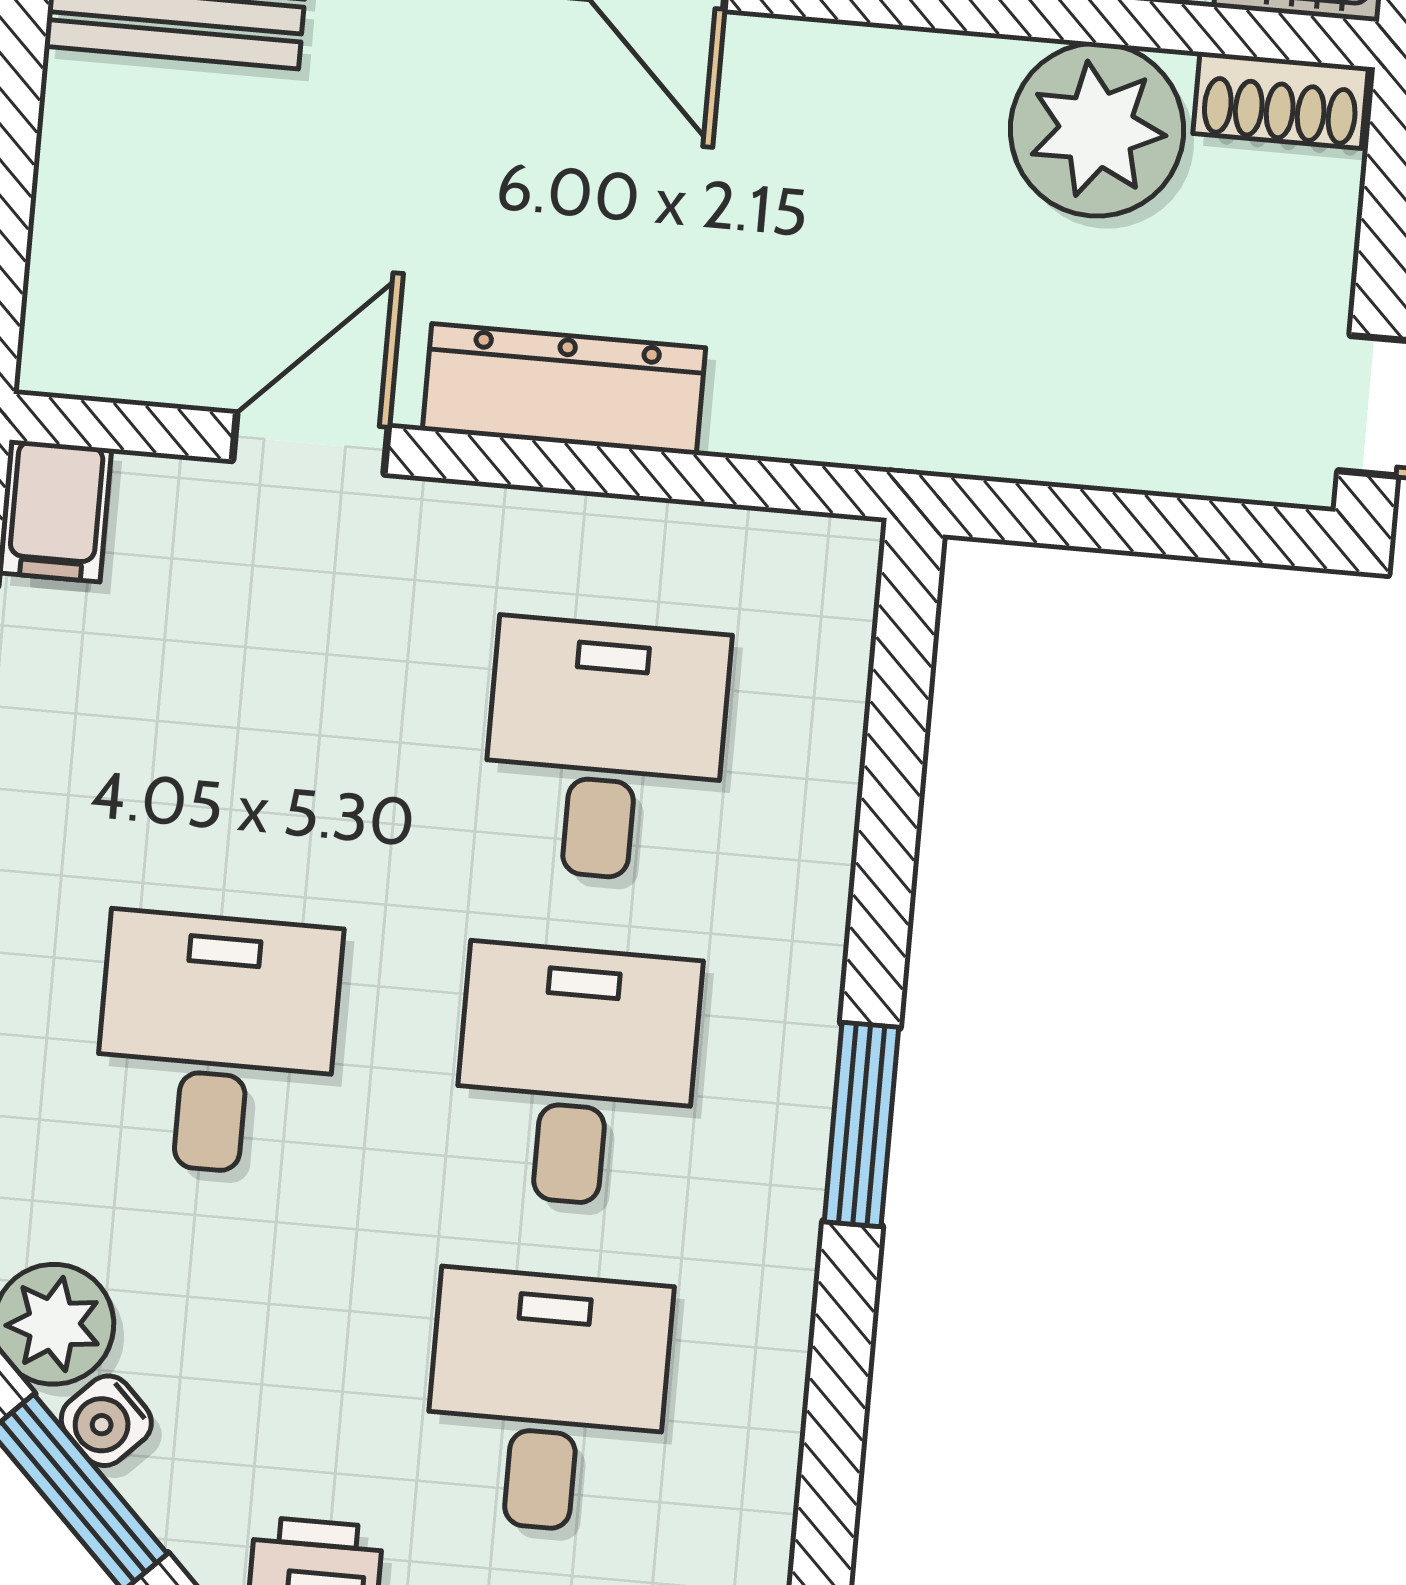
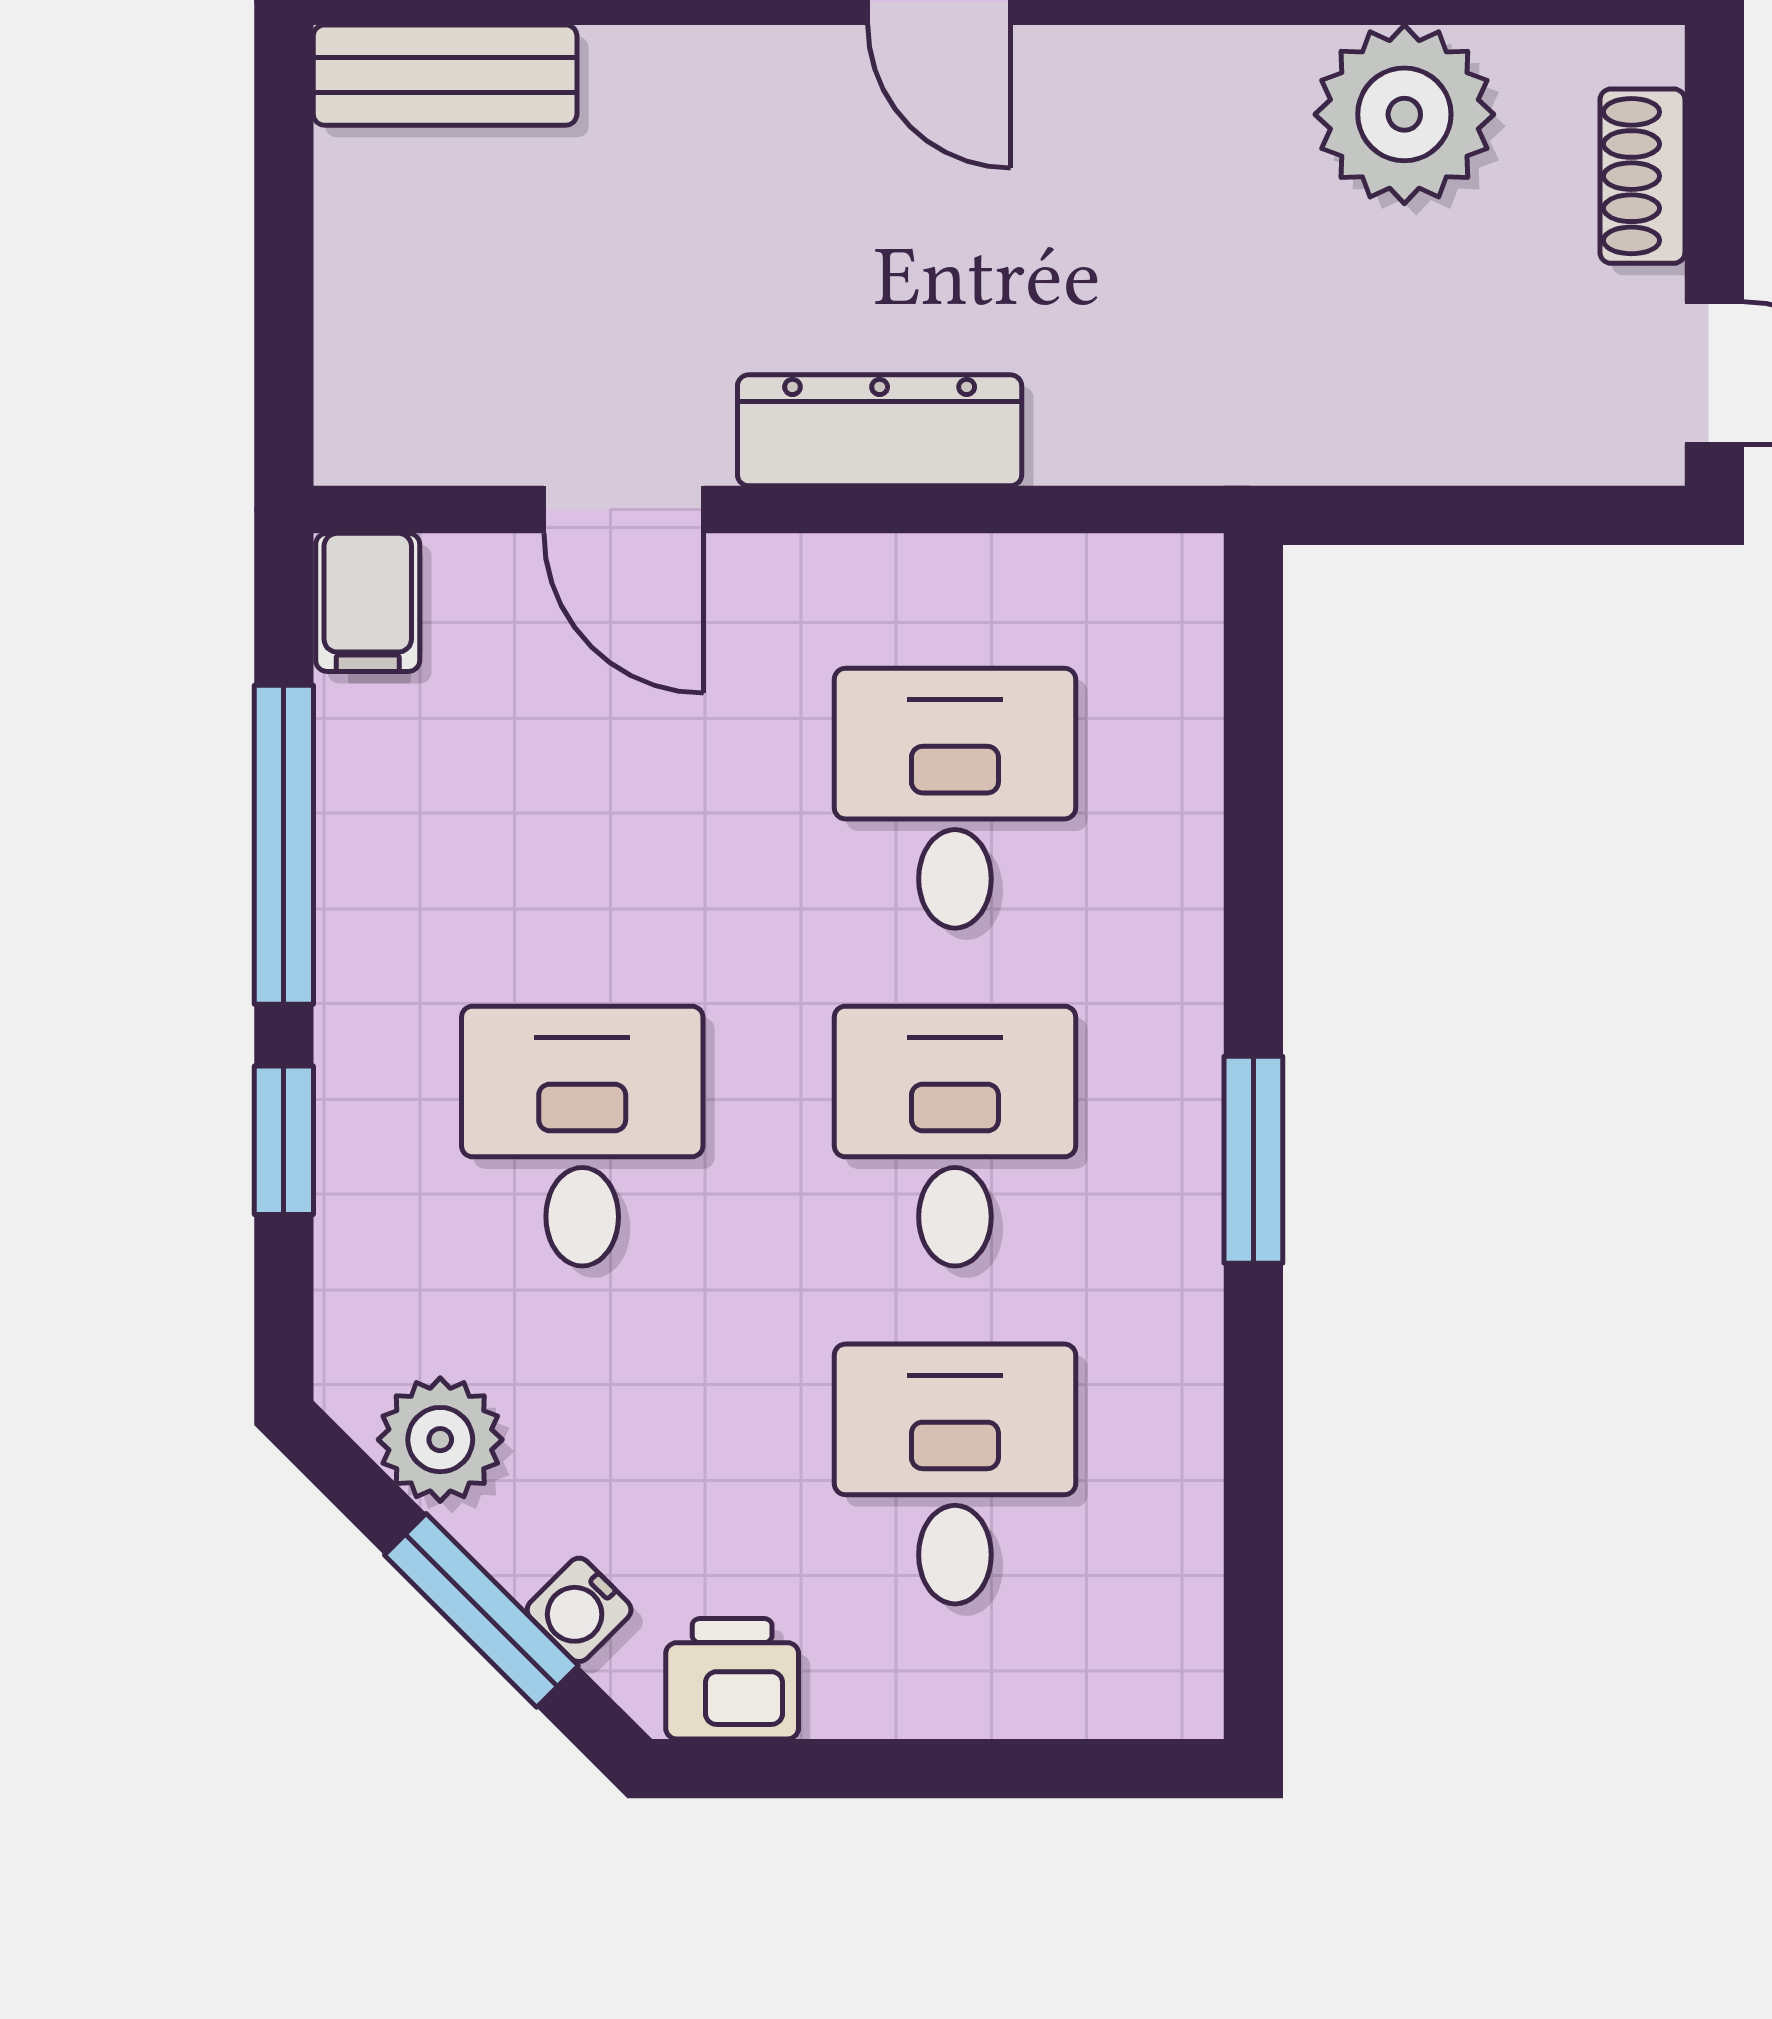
shoe rack: (1281, 100) -> (1642, 176), moved, turned 90
door: (310, 443) -> (624, 510), swing flipped
water cooler: (106, 1421) -> (579, 1610), moved

